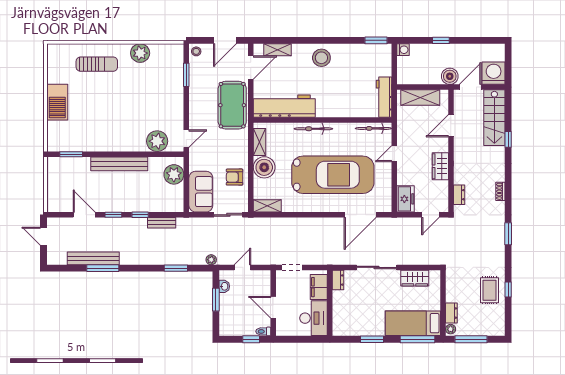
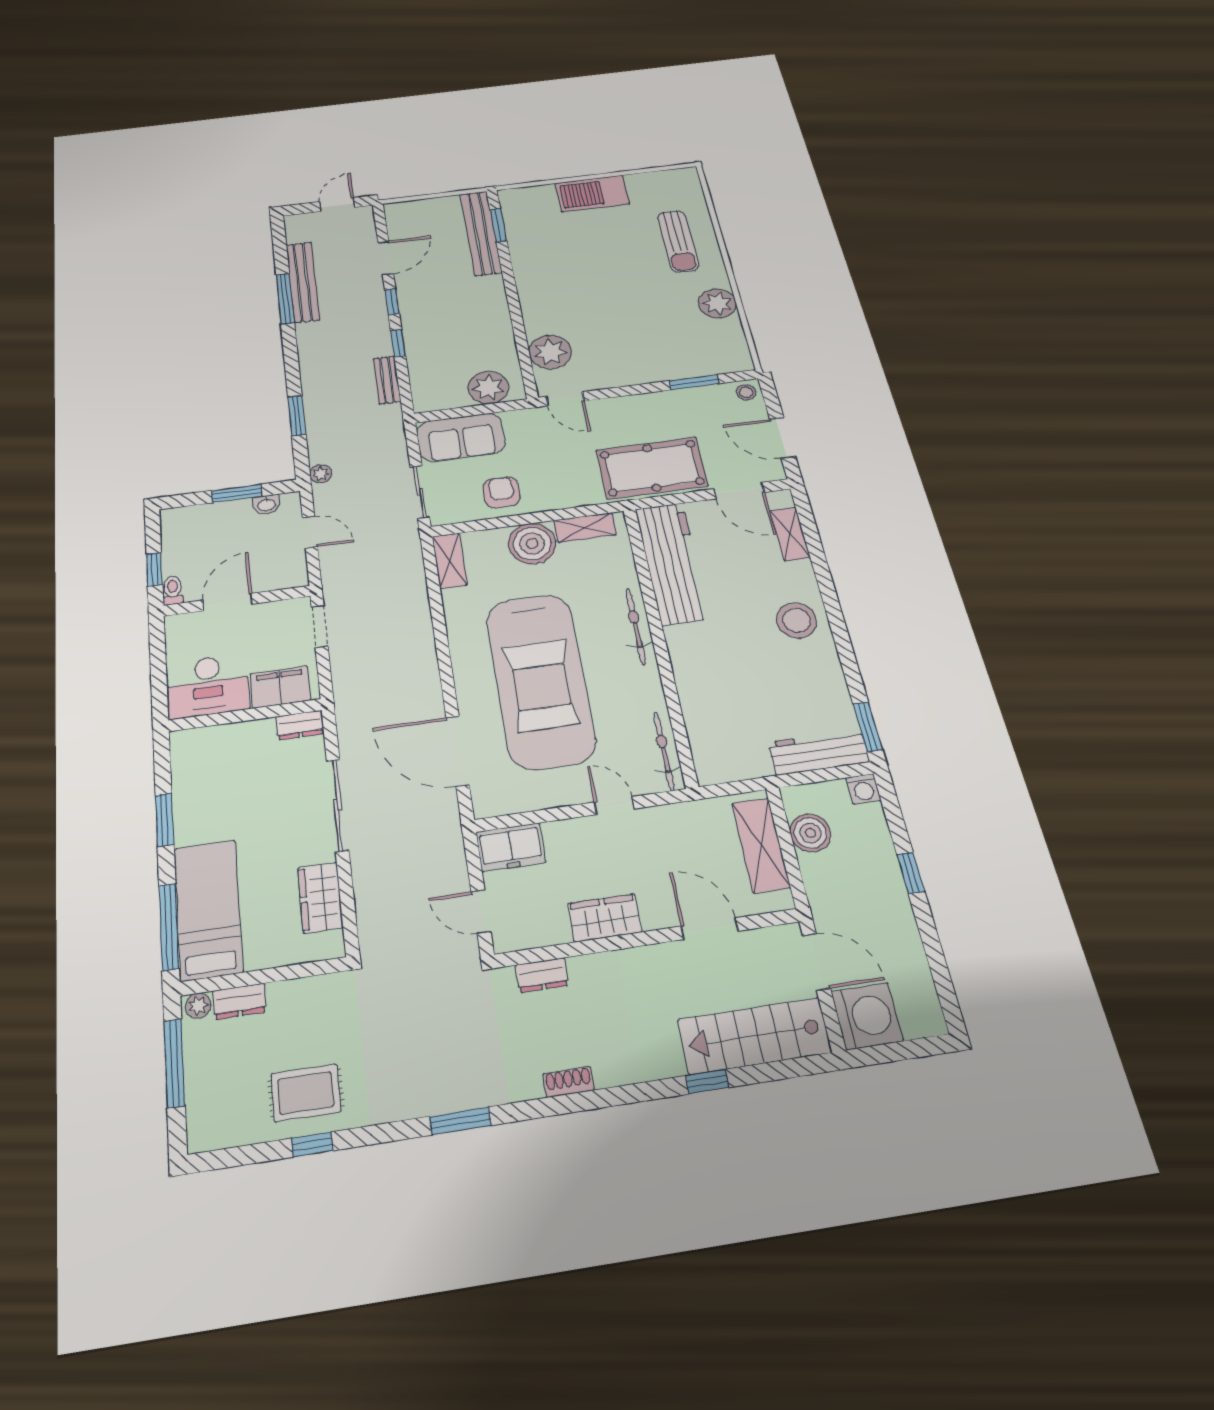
boiler: (450, 76) -> (810, 833), moved
workbench: (384, 97) -> (819, 752), moved
bench: (119, 164) -> (481, 233), moved

